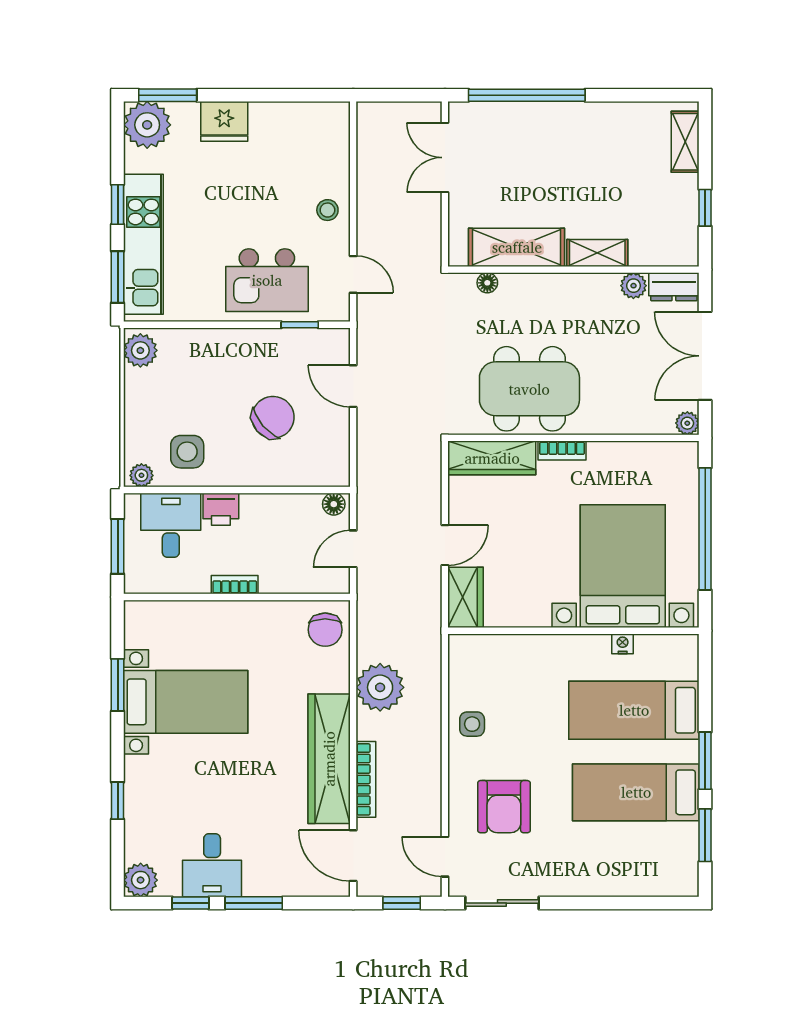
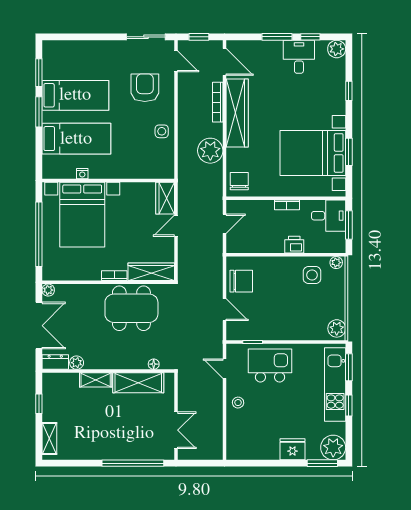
chair: (273, 417) -> (241, 281), moved, turned -139
floor lamp: (334, 504) -> (235, 247), removed
desk: (171, 525) -> (329, 216), moved, turned -90
bed with nightstands: (186, 702) -> (313, 153), width x1.36

